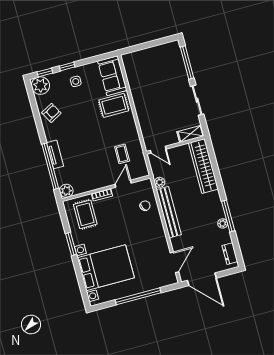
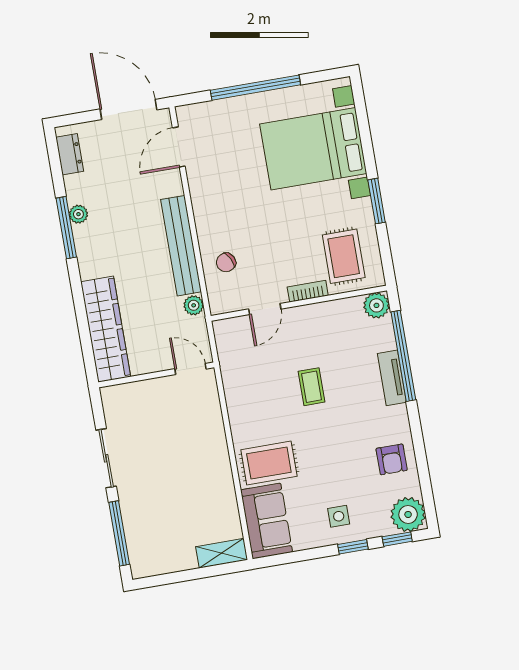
armchair: (51, 113) -> (392, 459), turned -61
shelving: (191, 134) -> (222, 553), moved
coffee table: (122, 154) -> (311, 387), moved

